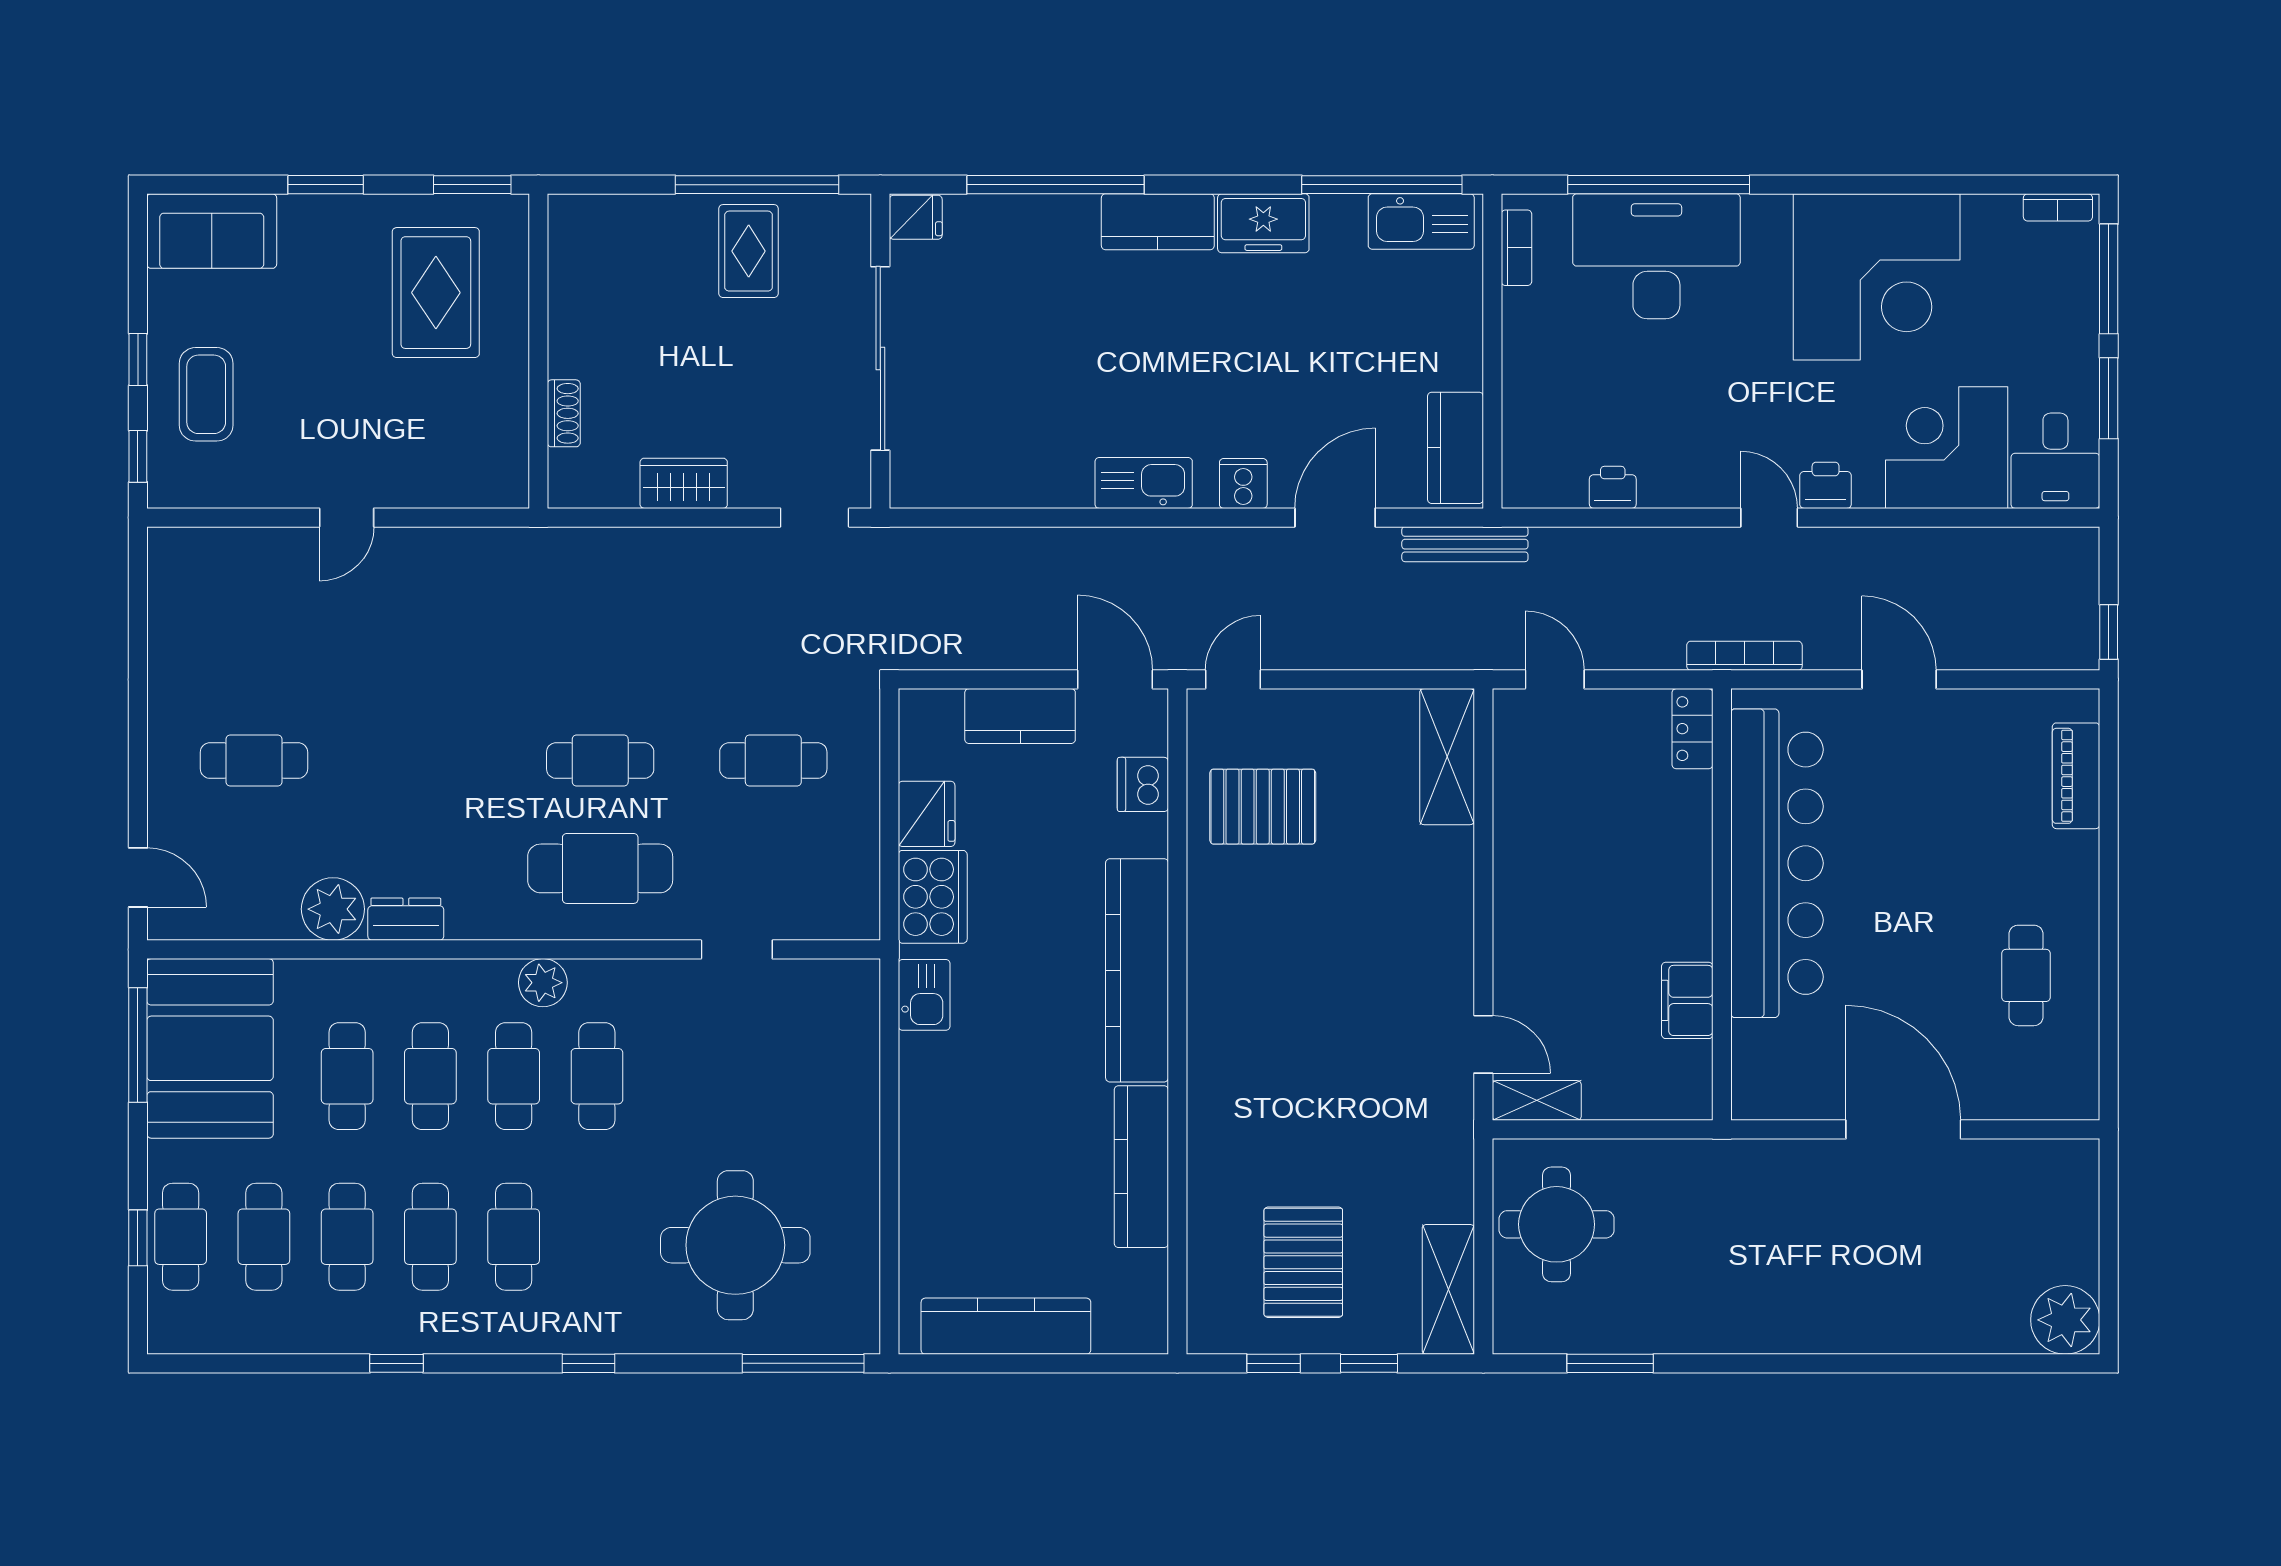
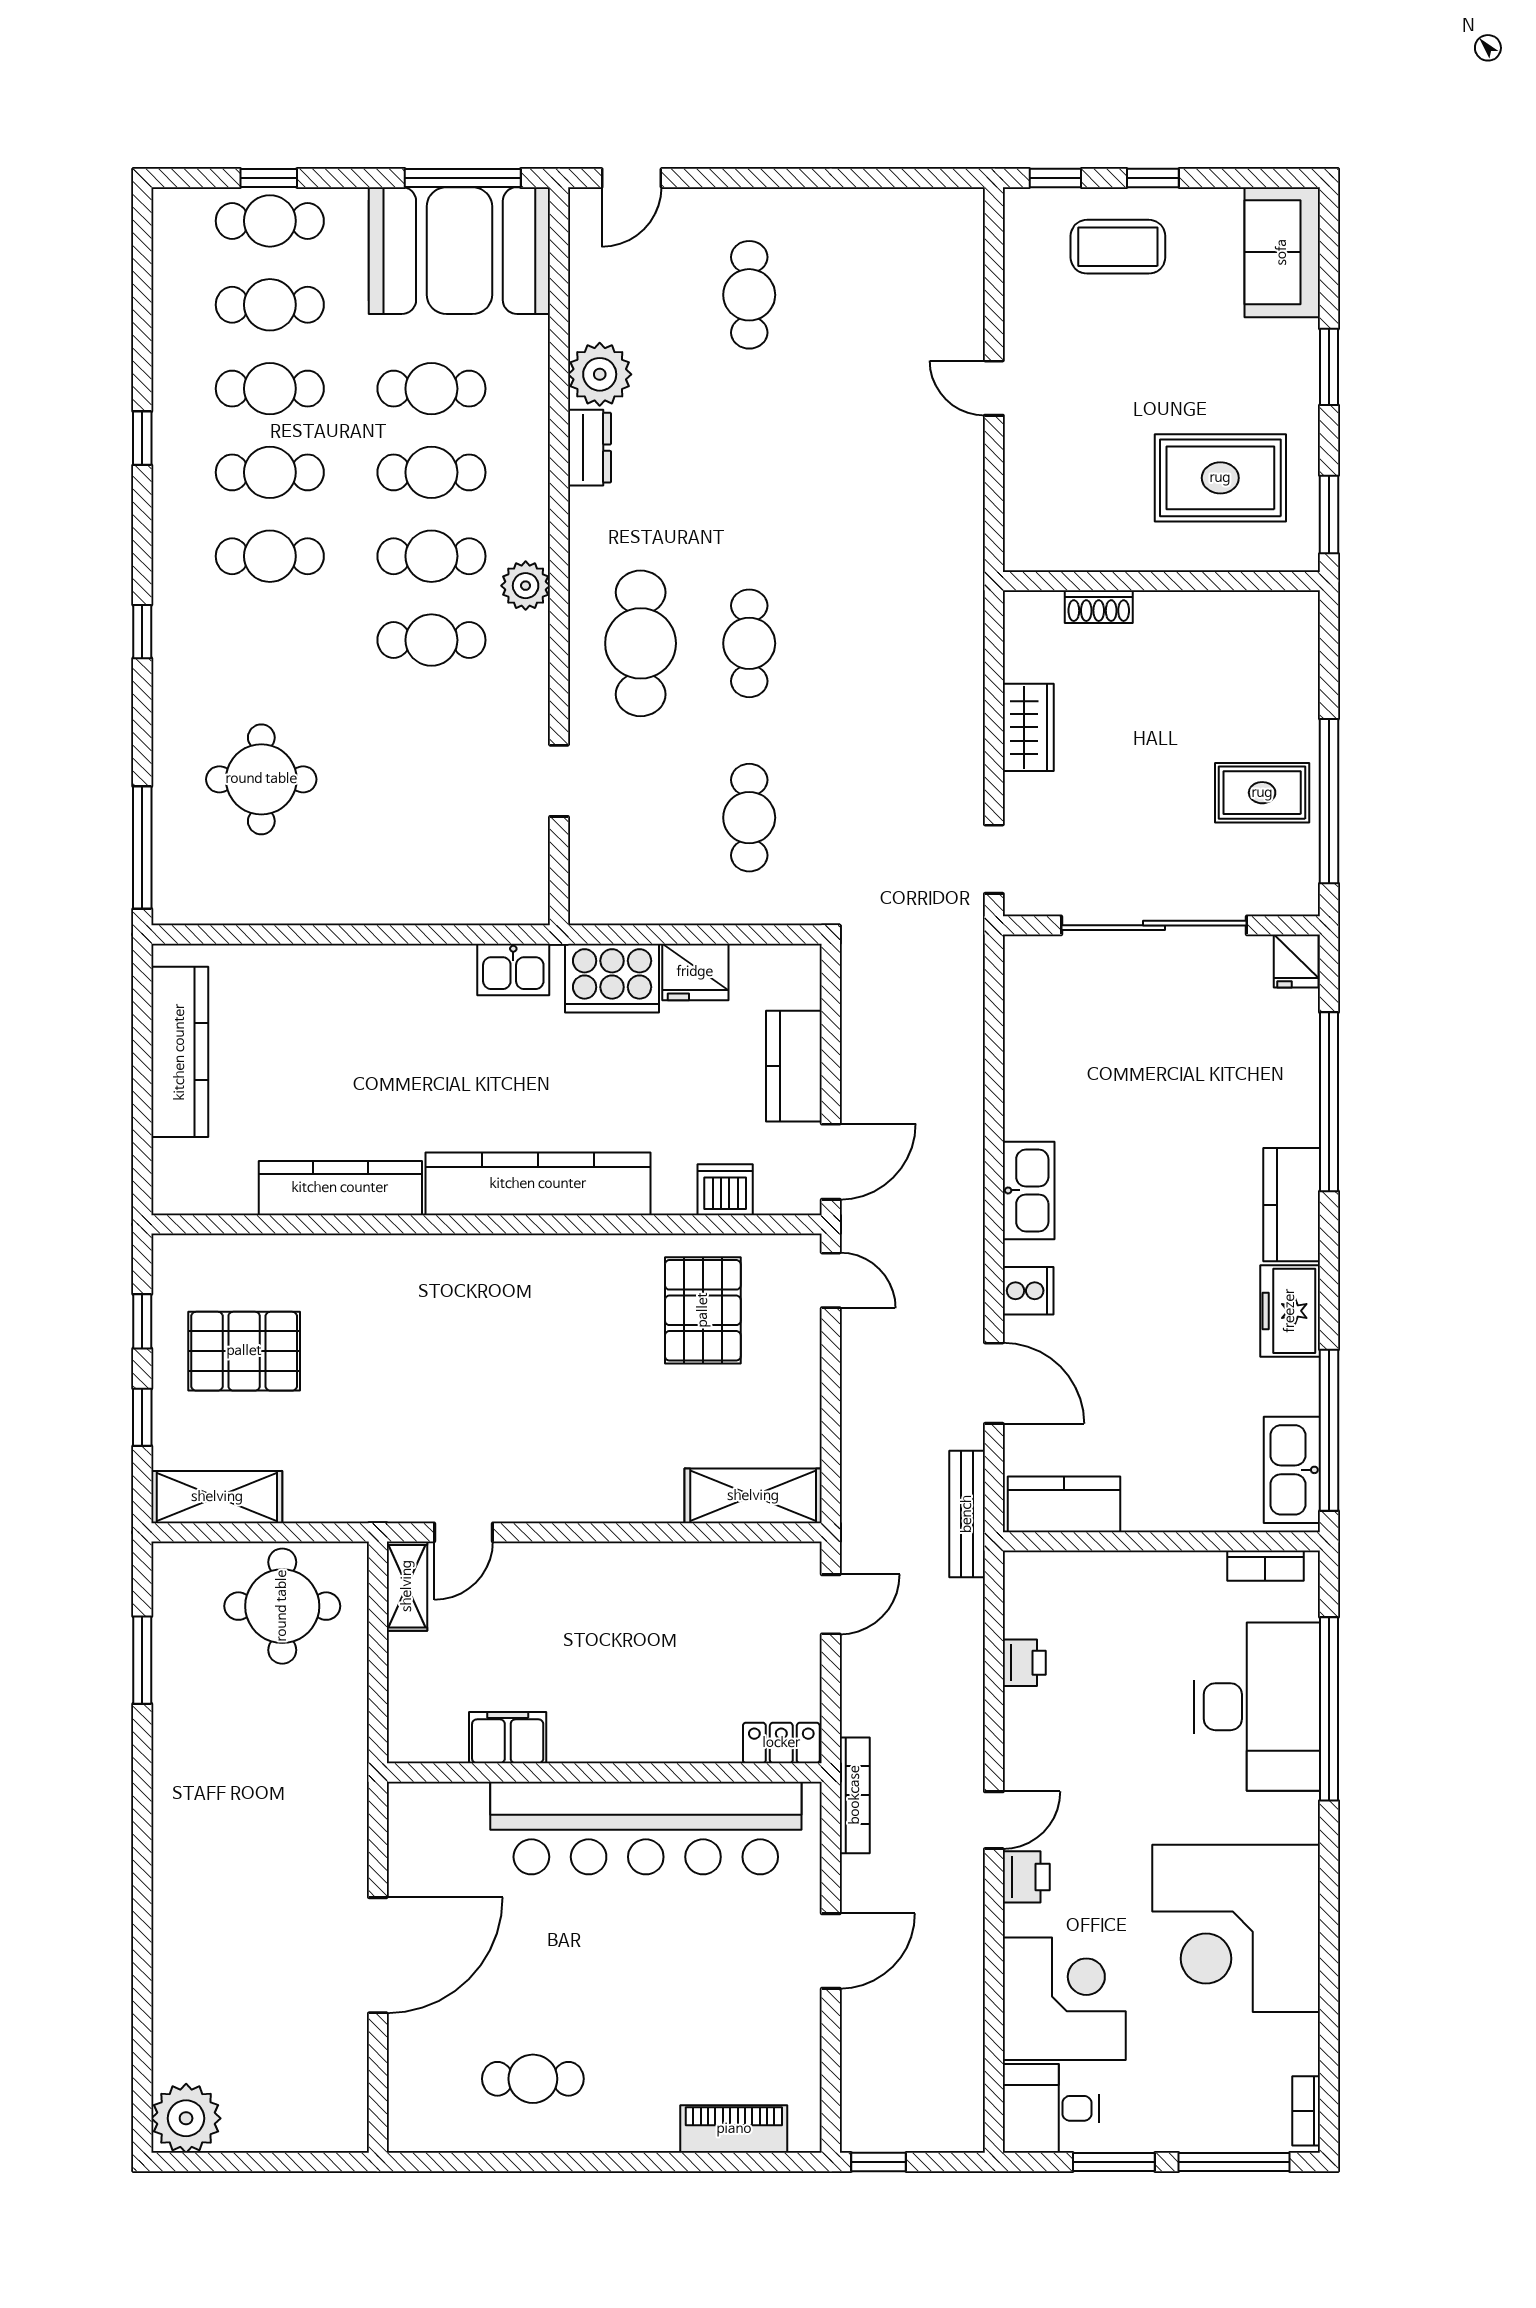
round table: (735, 1245) -> (261, 779), width x0.73, depth x0.73

